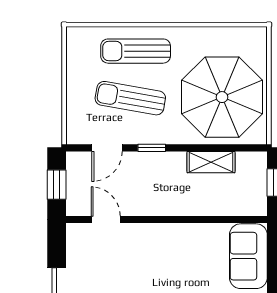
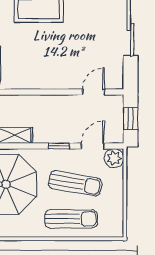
plant: (79, 132) -> (114, 158), added
door: (106, 220) -> (94, 92), swing flipped

